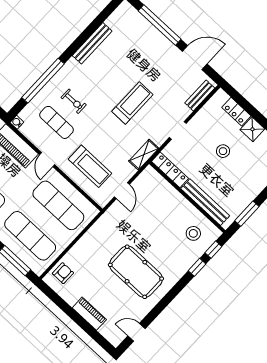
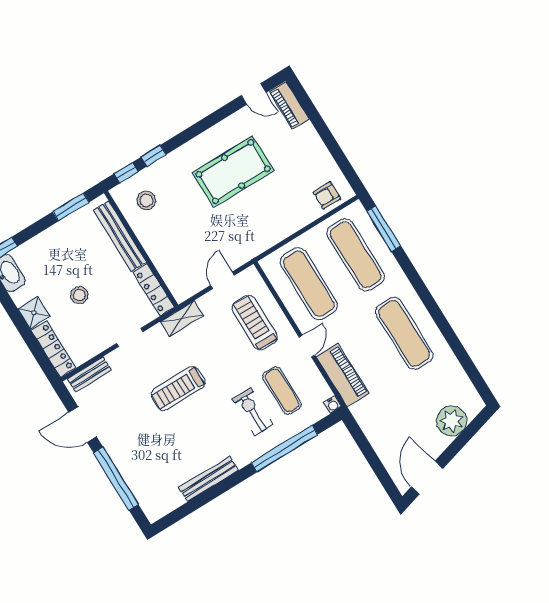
exercise bike: (74, 101) -> (253, 412), width x1.38, depth x1.39
locker: (236, 112) -> (53, 349), width x1.53
pool table: (136, 272) -> (233, 172), turned 90
piano: (89, 314) -> (289, 105), moved

